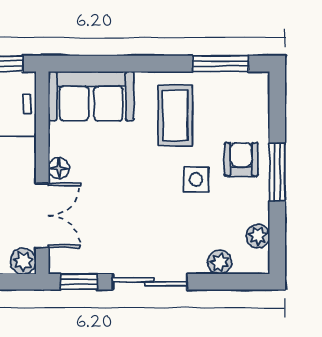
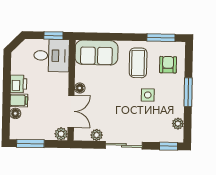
armchair: (241, 159) -> (168, 65), moved
plant: (220, 262) -> (97, 135), moved
window: (79, 282) -> (169, 146), moved

